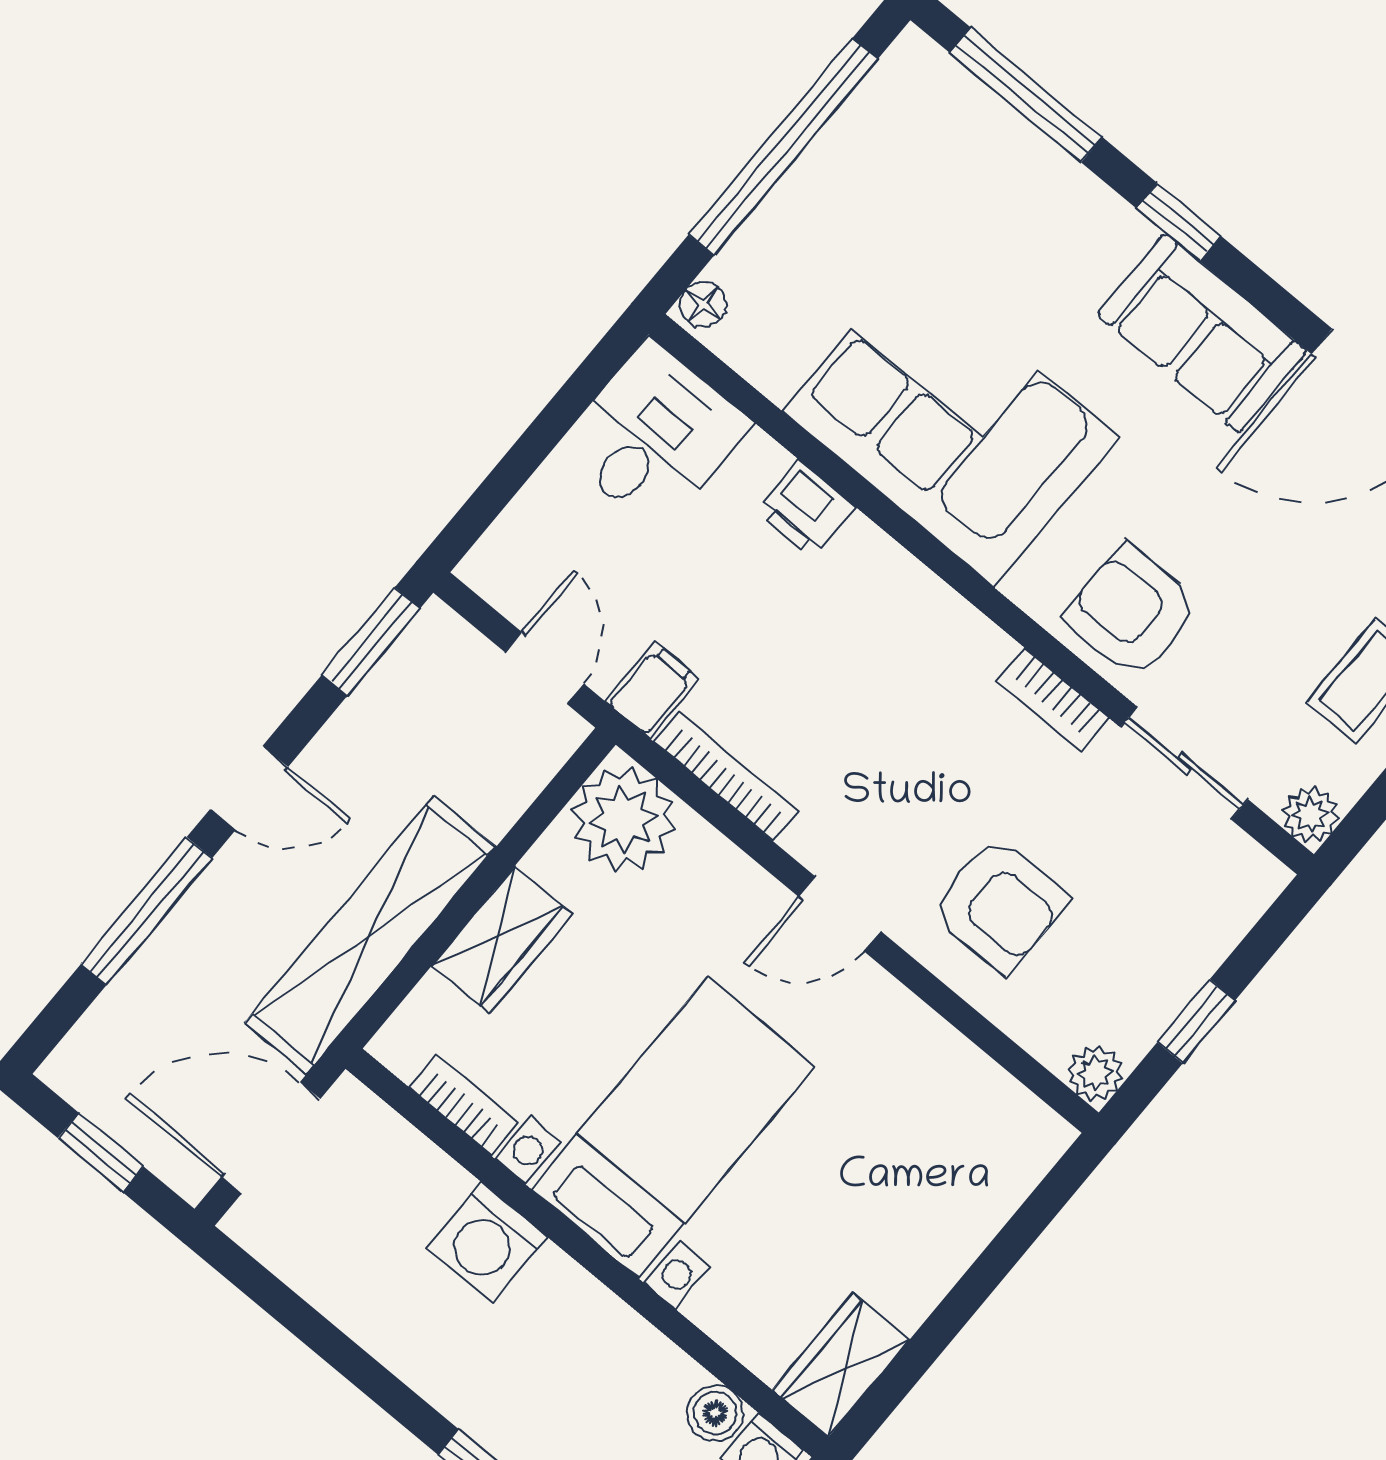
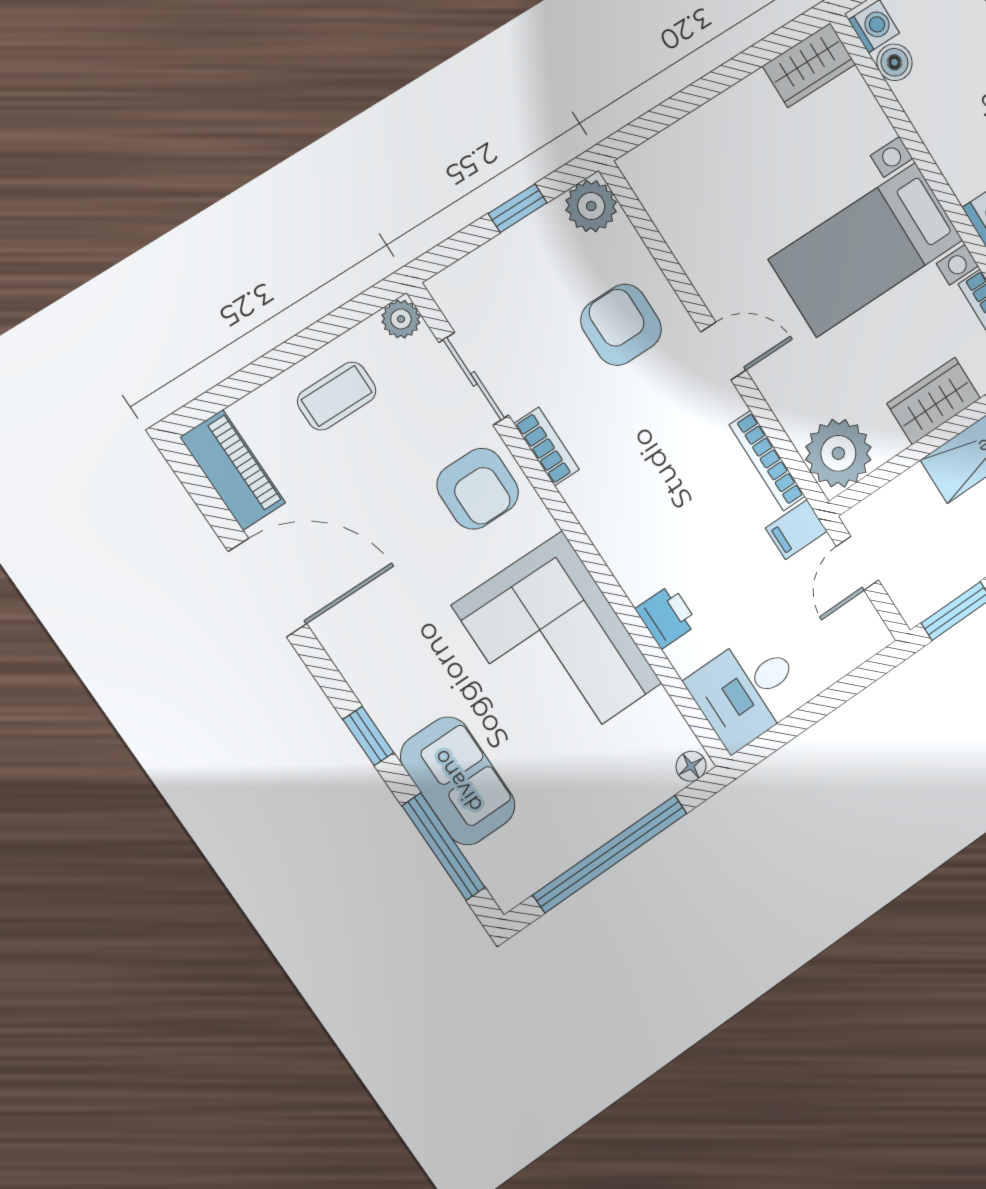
sofa: (1202, 333) -> (458, 781), moved
plant: (1095, 1073) -> (591, 206), width x1.38, depth x1.38

